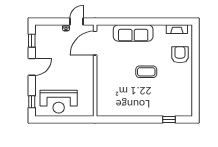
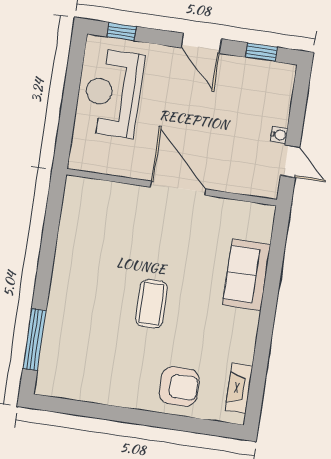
sofa: (133, 33) -> (247, 275), width x0.73
door: (95, 43) -> (178, 188), moved
window: (169, 120) -> (35, 339), width x2.17

